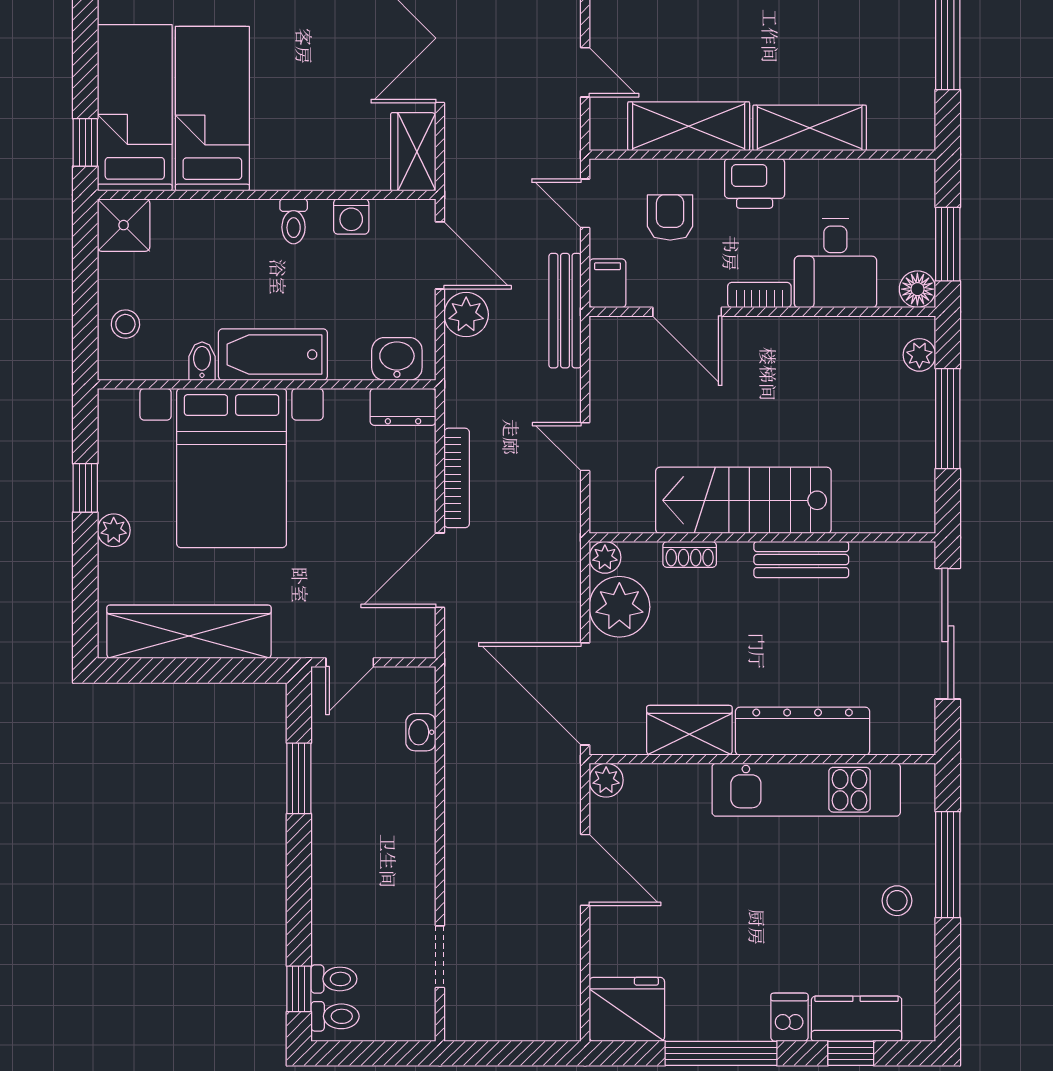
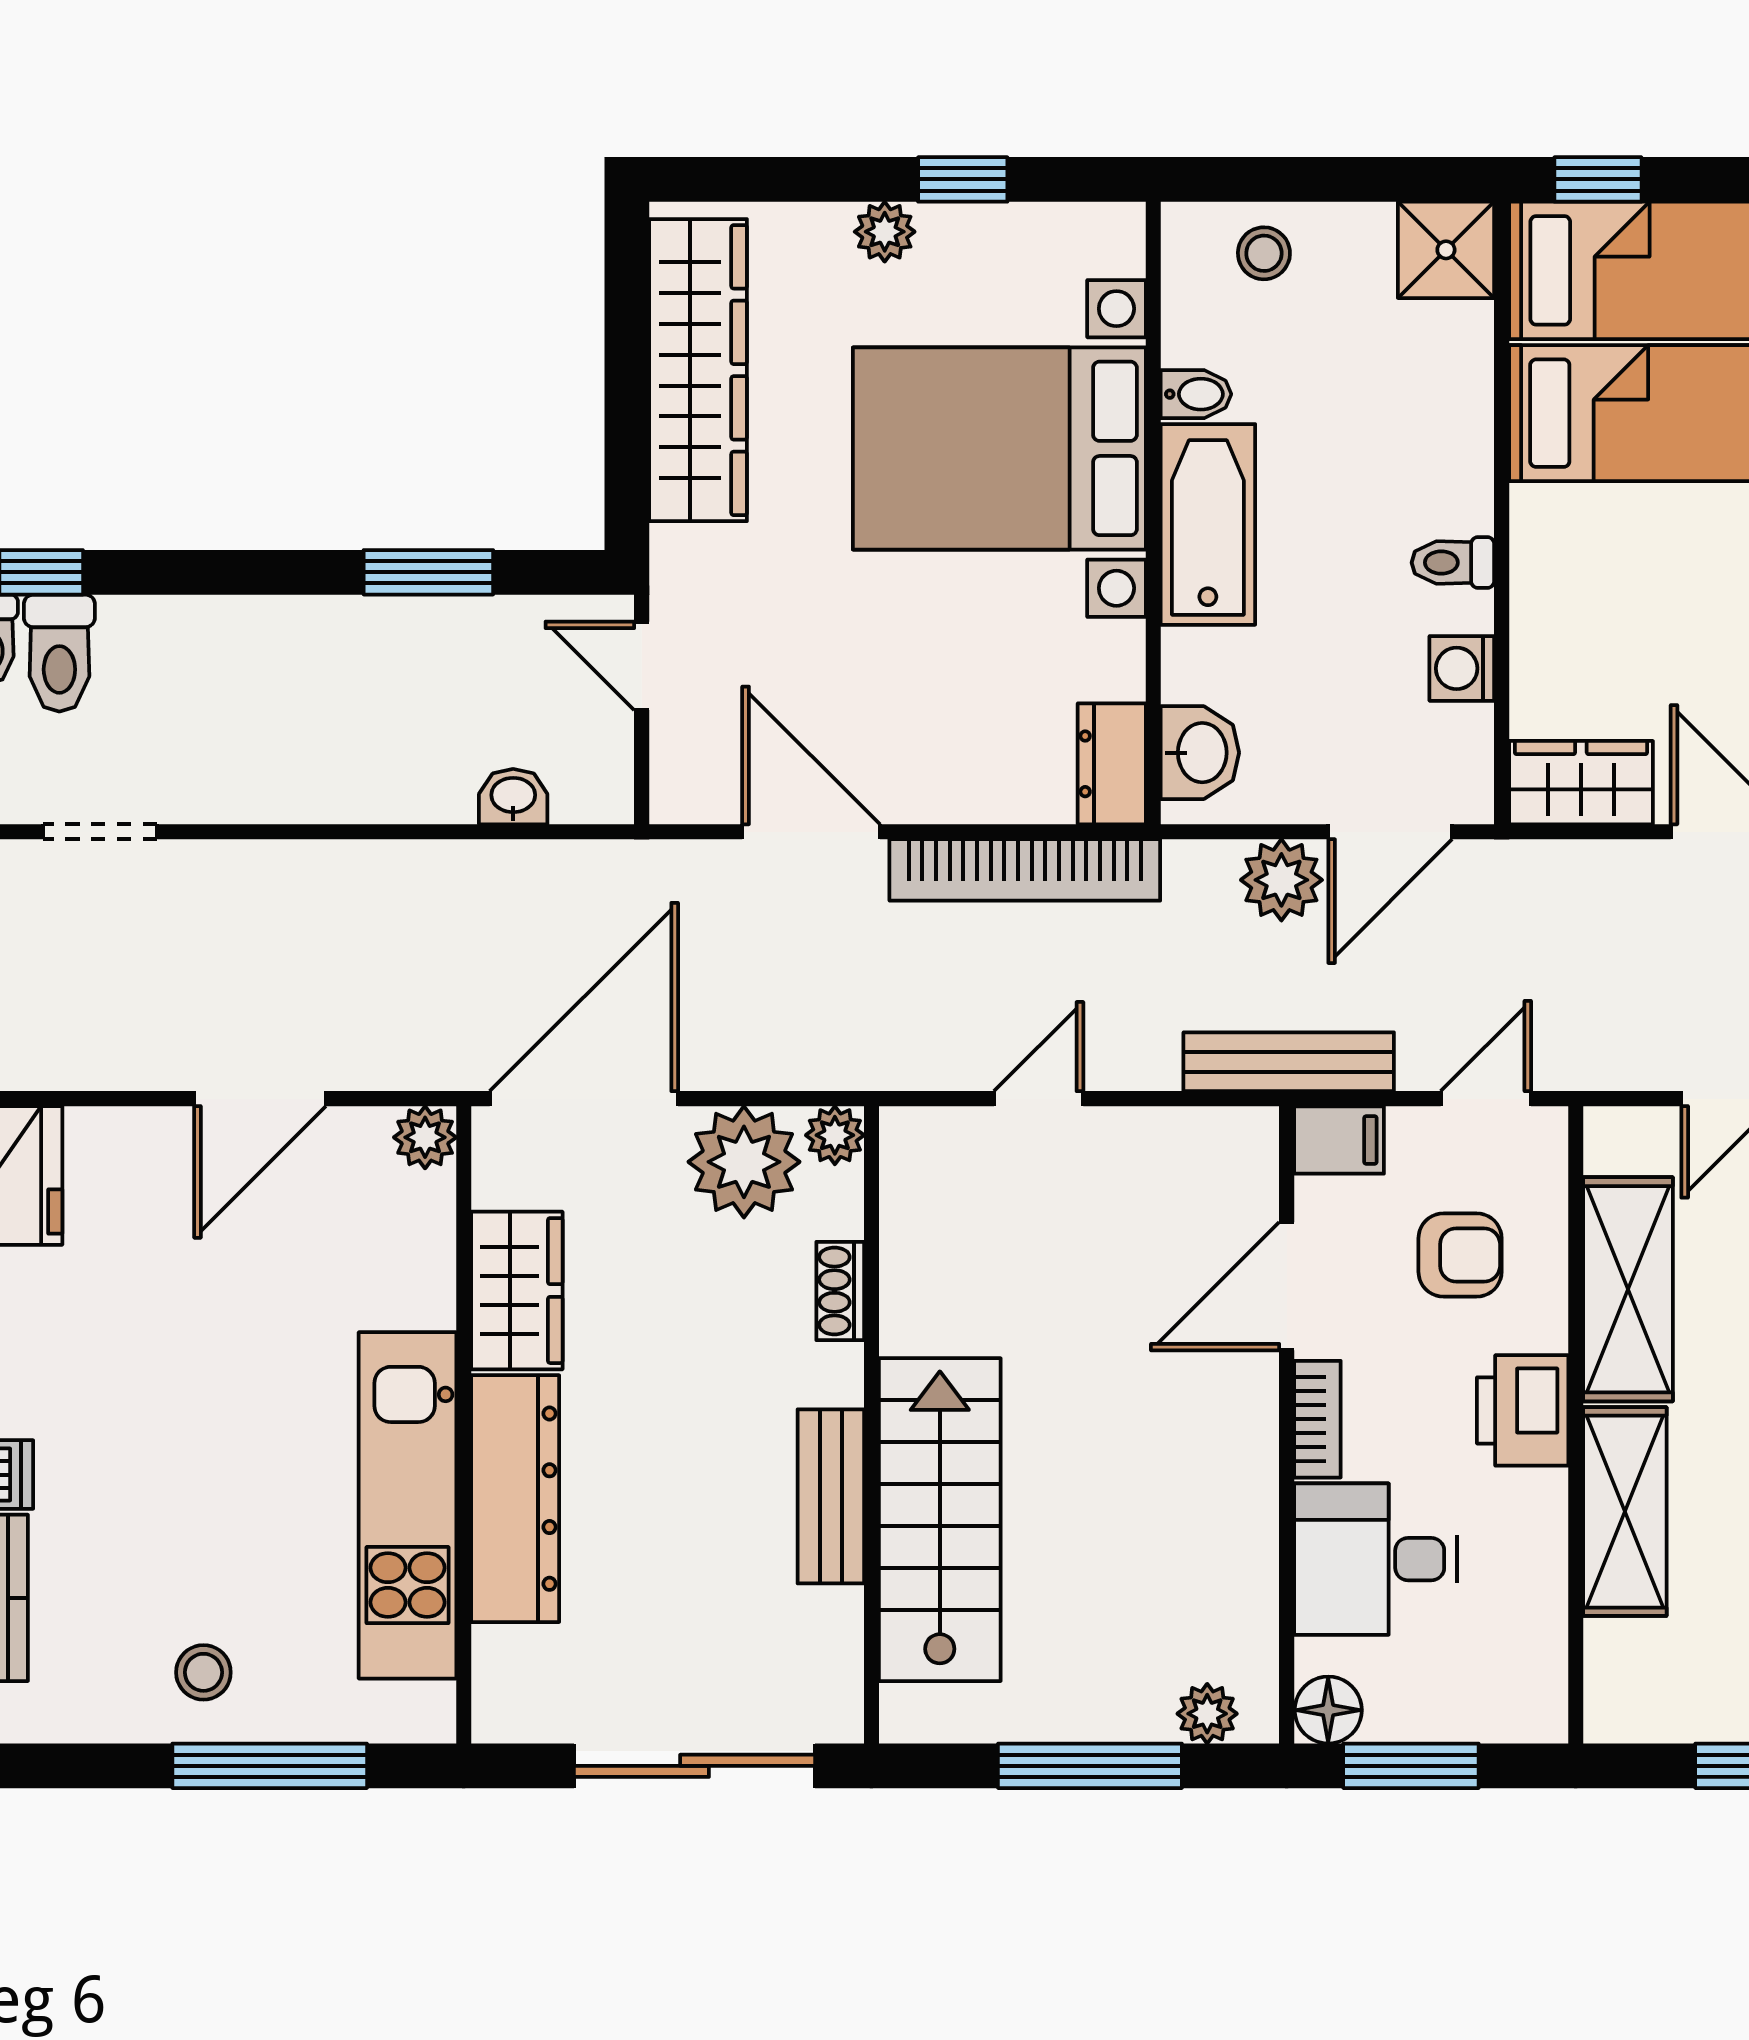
bookcase: (457, 478) -> (1025, 870), width x1.48, depth x1.31
stairs: (743, 500) -> (940, 1520), moved
toilet: (334, 979) -> (59, 653), width x1.37, depth x1.39

